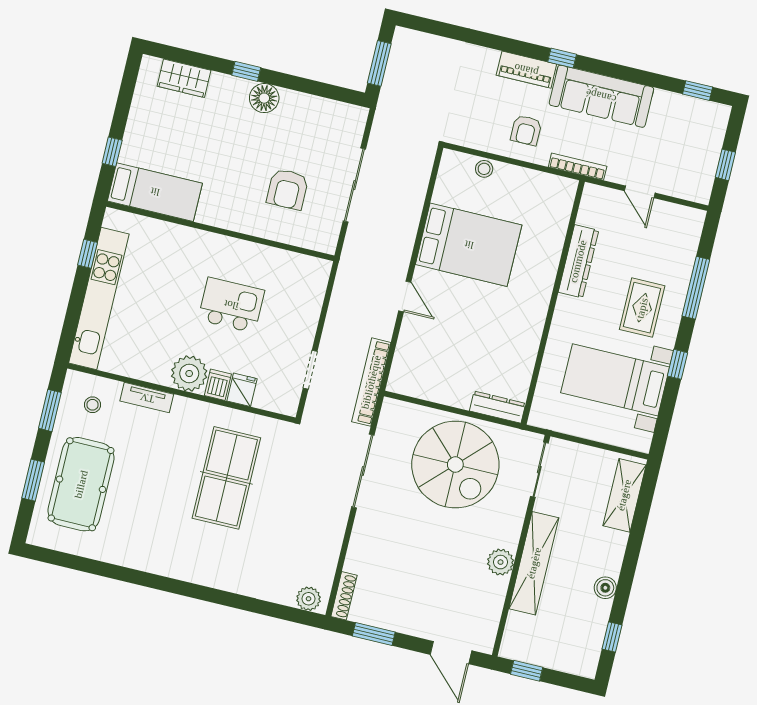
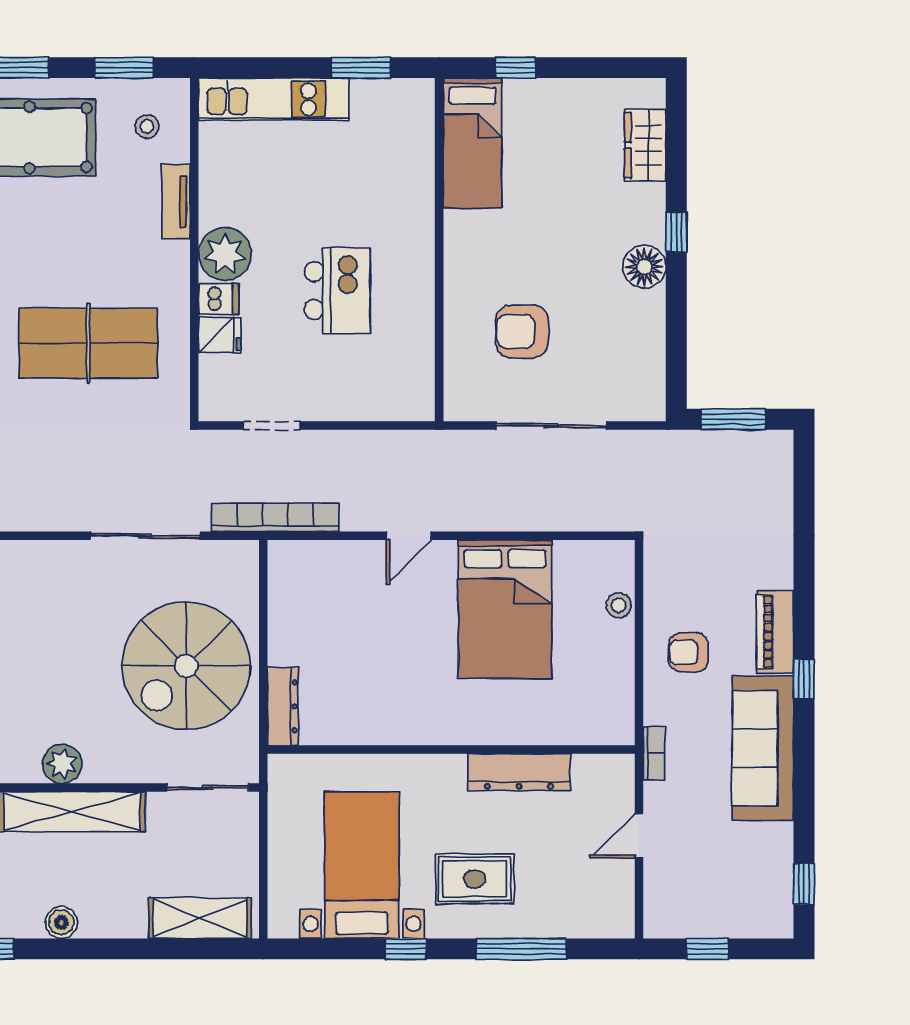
bookcase: (578, 167) -> (654, 753), width x0.64
window: (88, 254) -> (361, 68), width x1.50
kitchen unit: (99, 298) -> (274, 99), width x0.73

